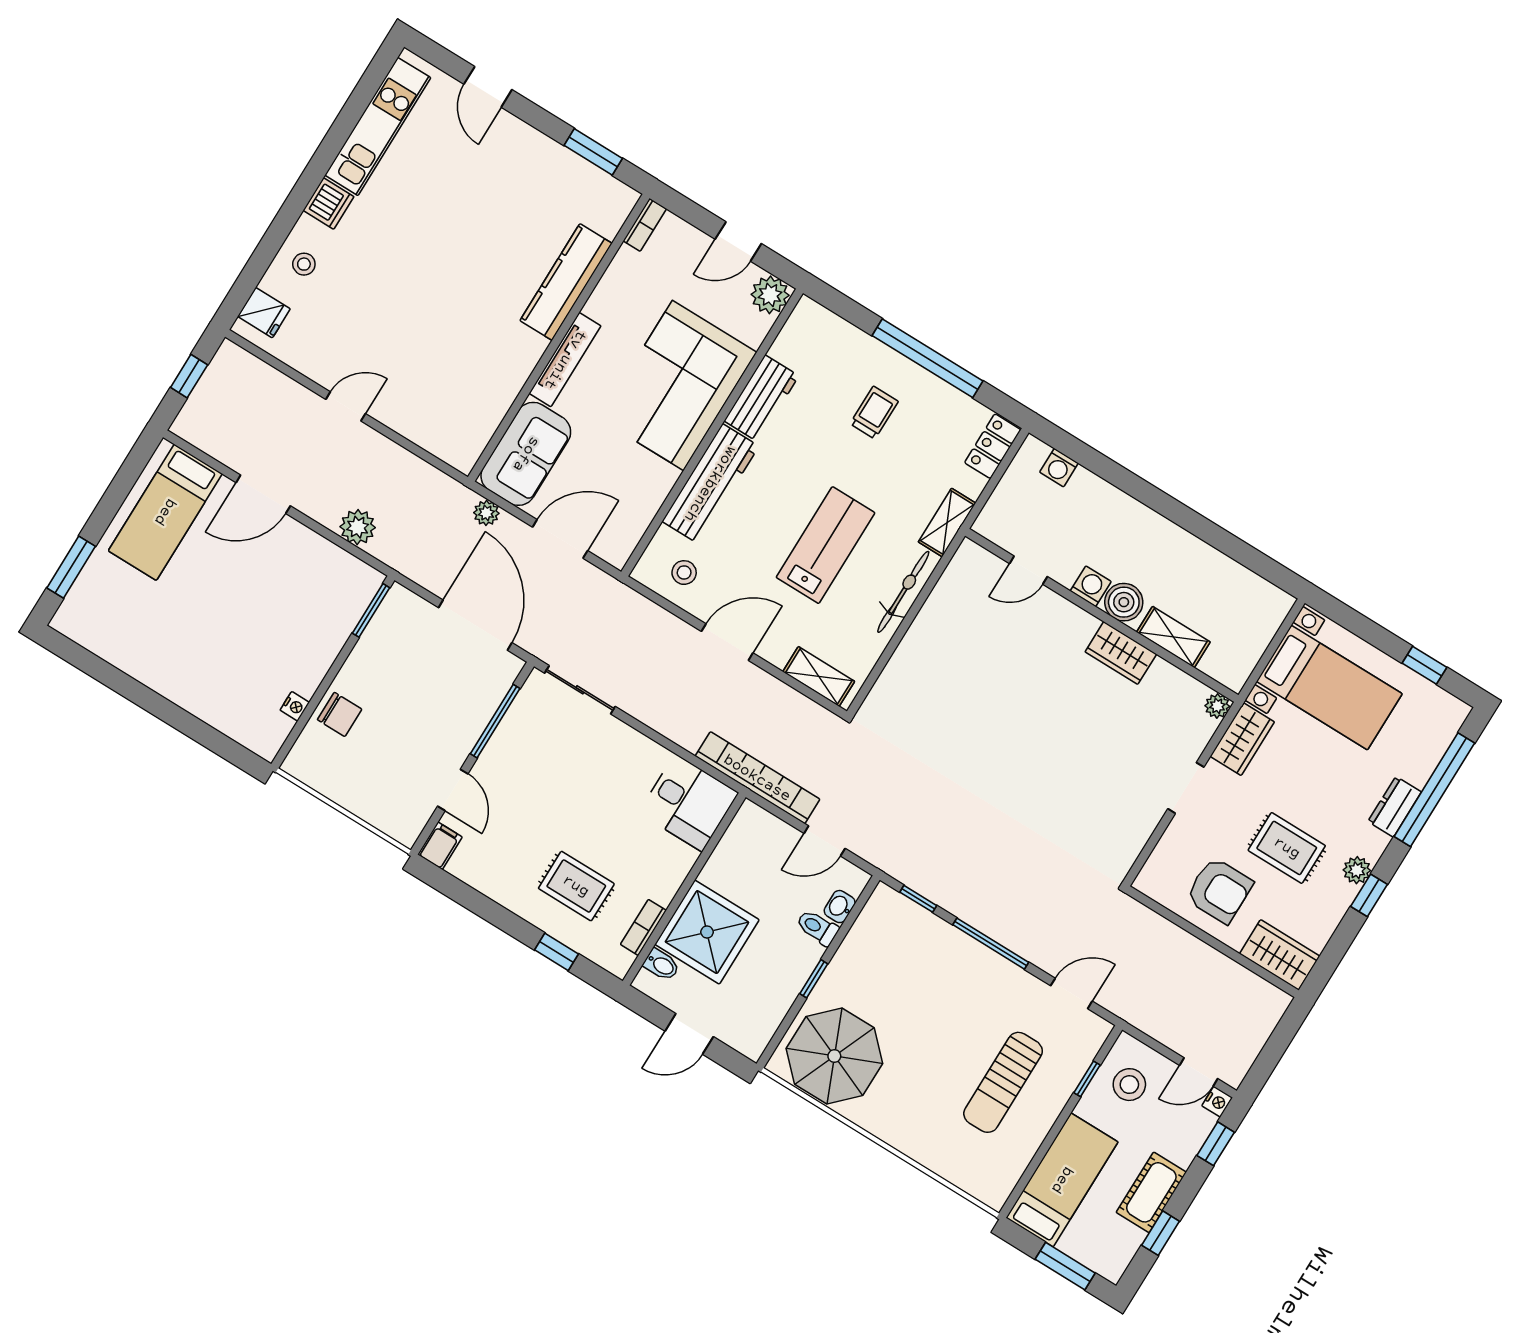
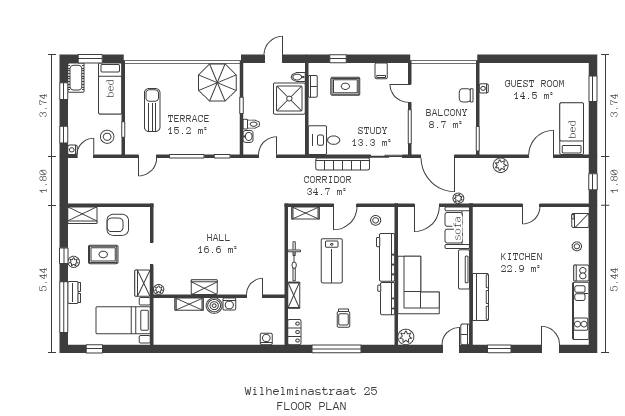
door: (738, 241) -> (451, 349), moved
bookcase: (757, 778) -> (343, 164), moved
filing cabinet: (440, 846) -> (381, 71), moved
cot: (1151, 1192) -> (76, 78), moved

